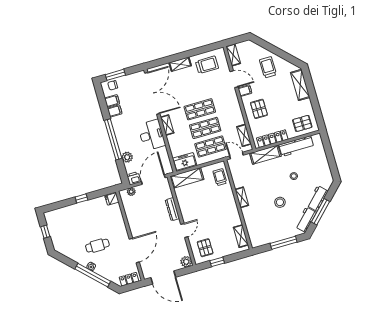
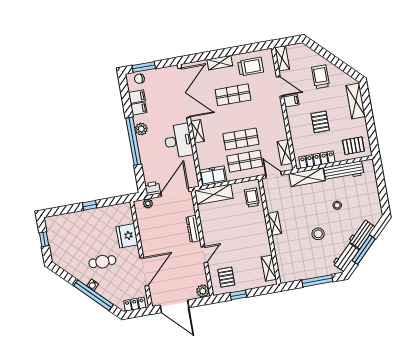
shop shelf: (200, 109) -> (233, 95), moved
pallet: (259, 109) -> (320, 122), moved
plant: (127, 157) -> (141, 129), moved
fridge: (112, 199) -> (127, 236), moved, width x1.88, depth x1.34

